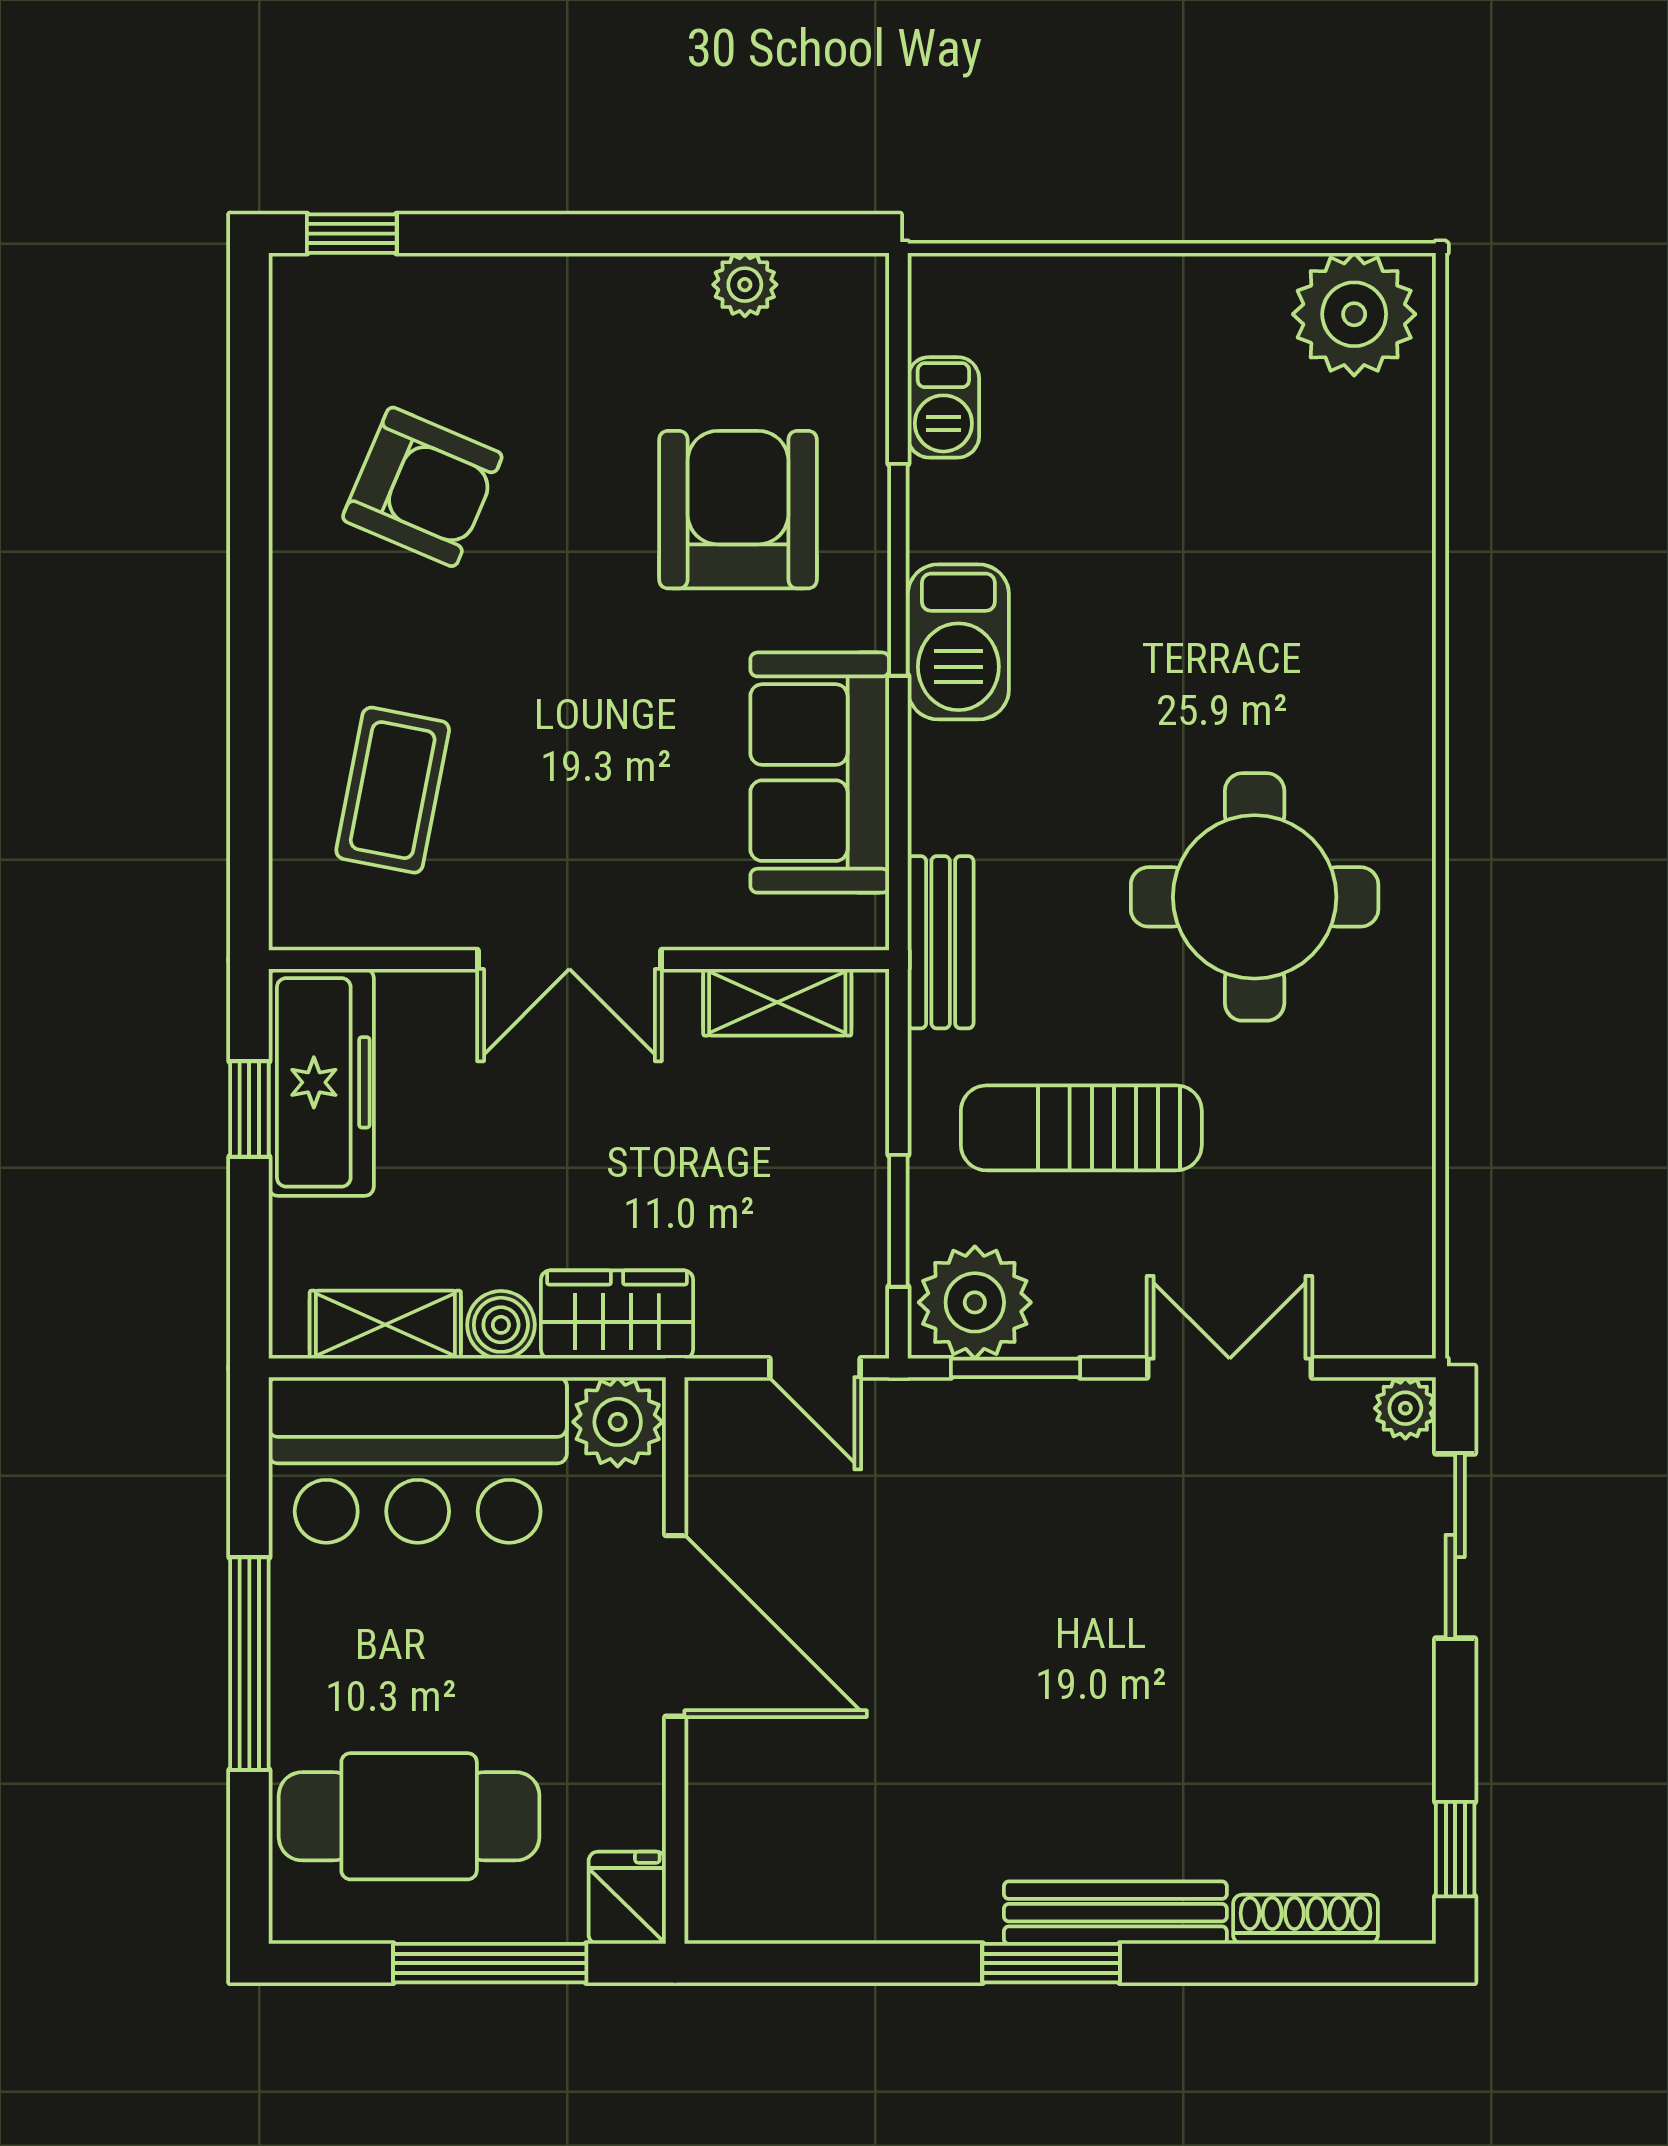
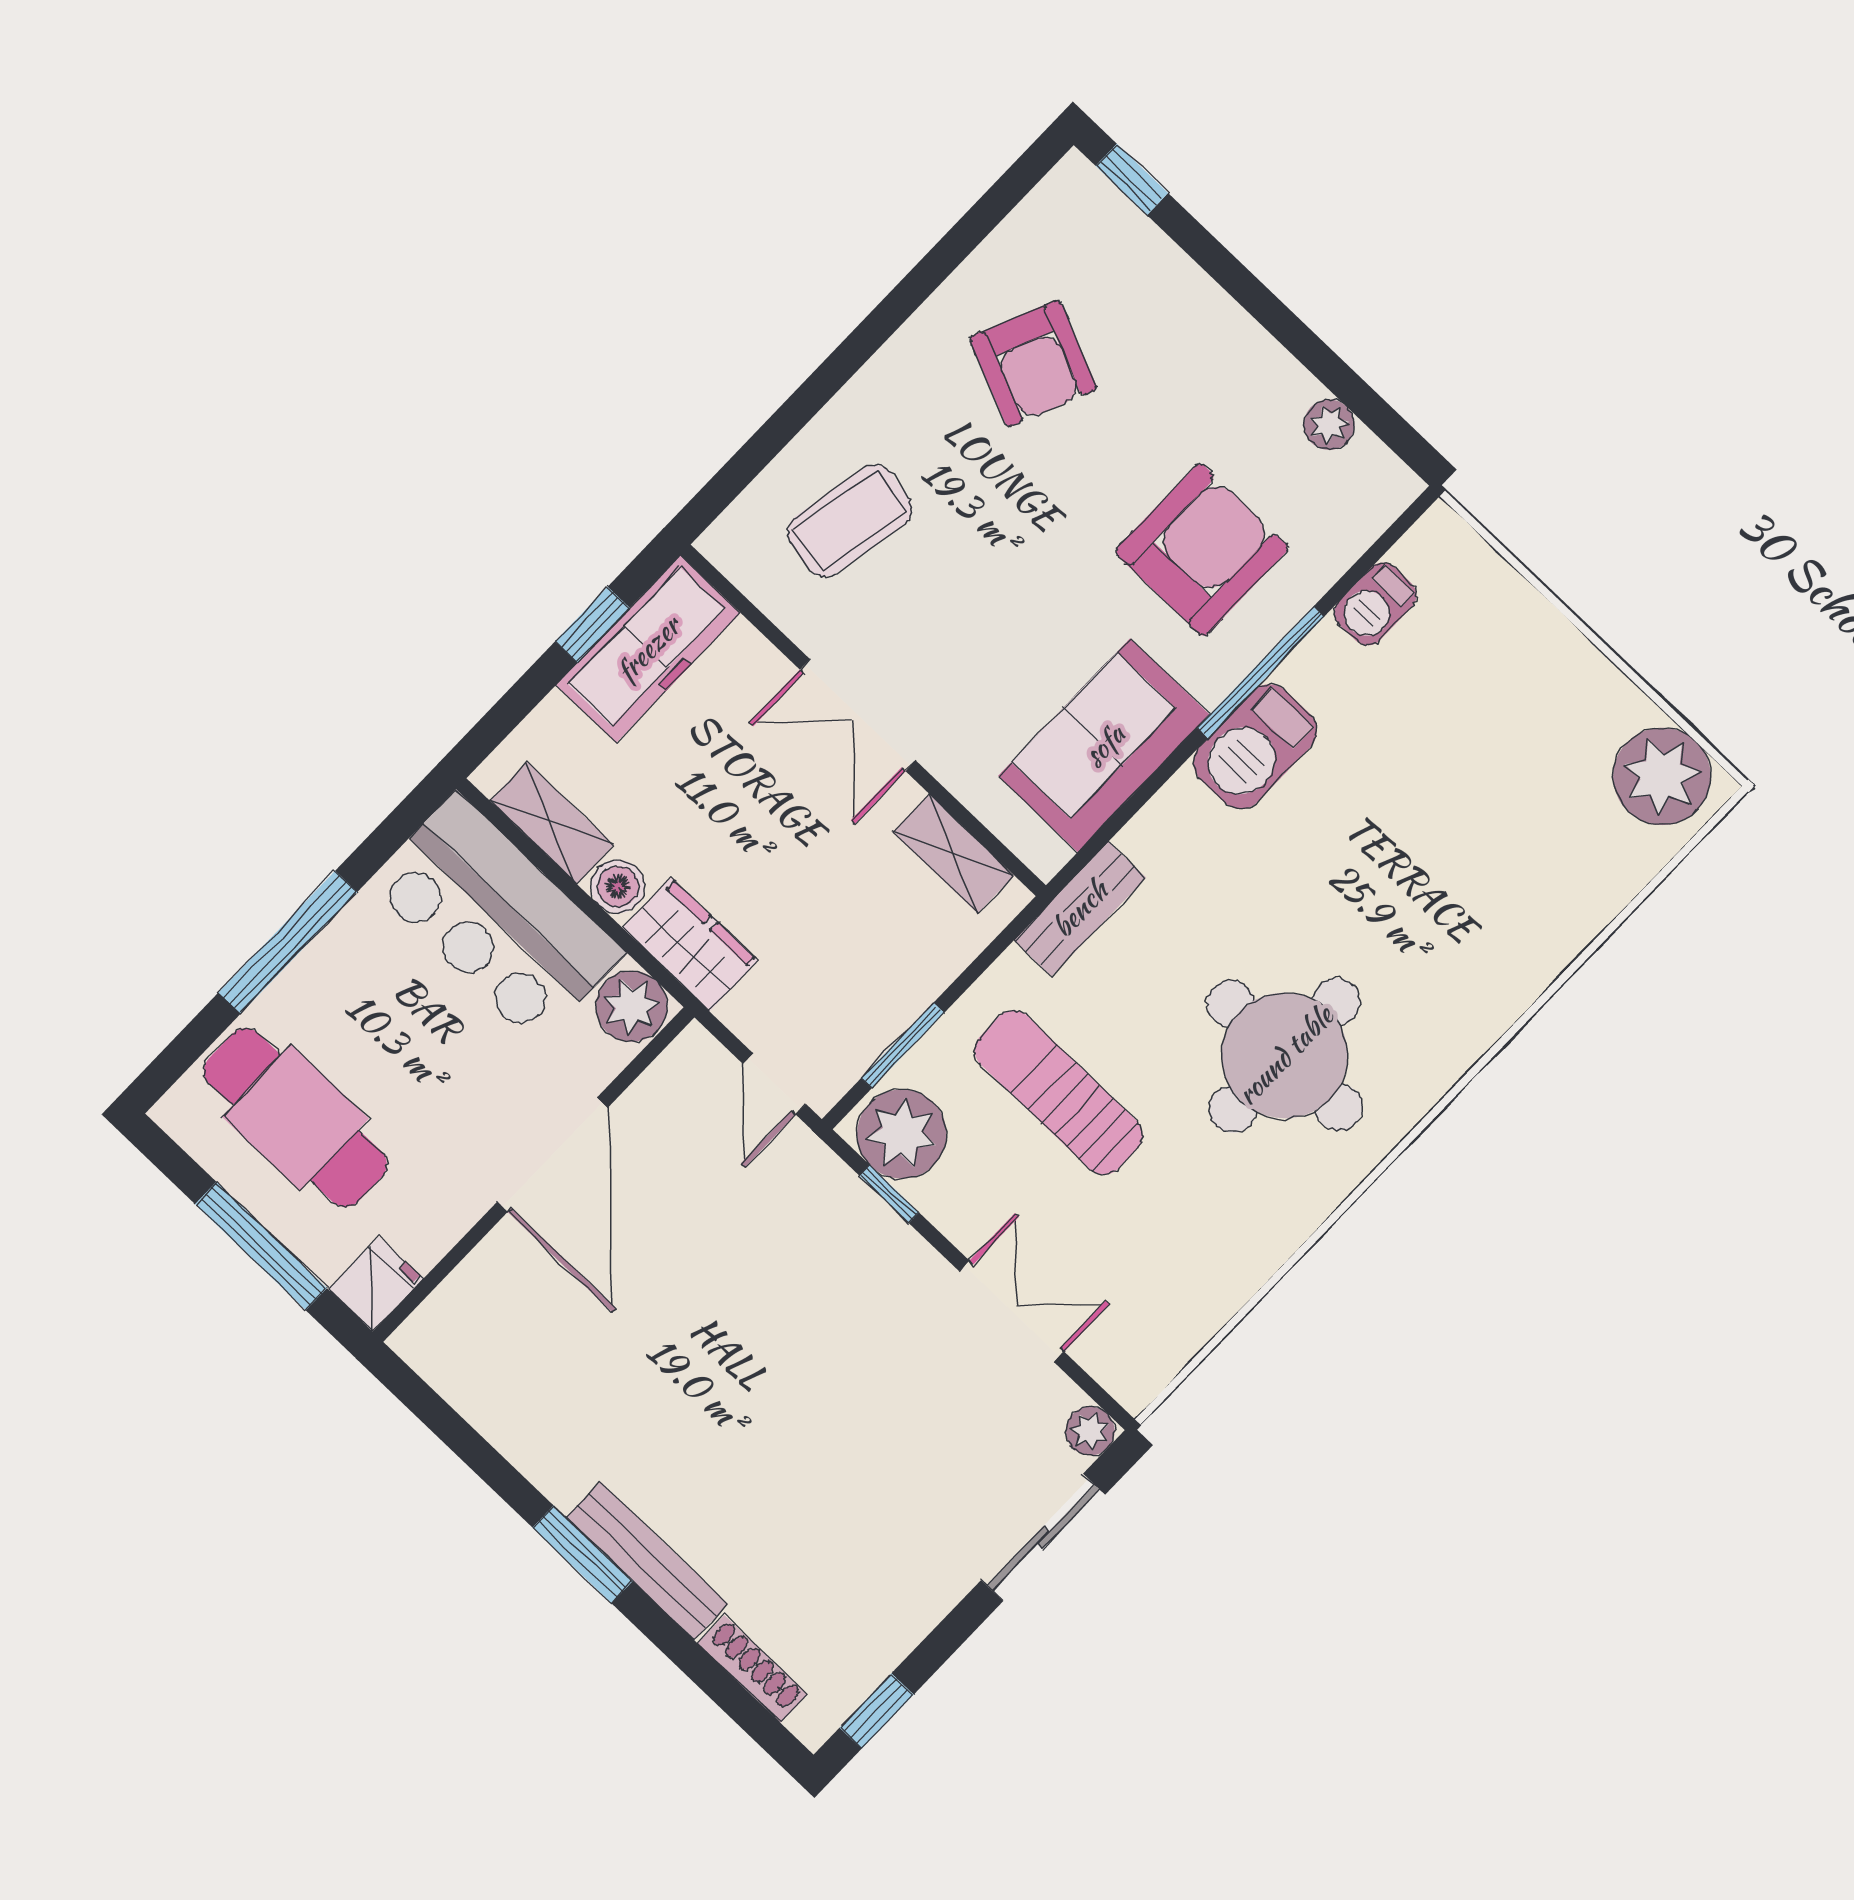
window: (1016, 1368) -> (889, 1194), width x0.67

